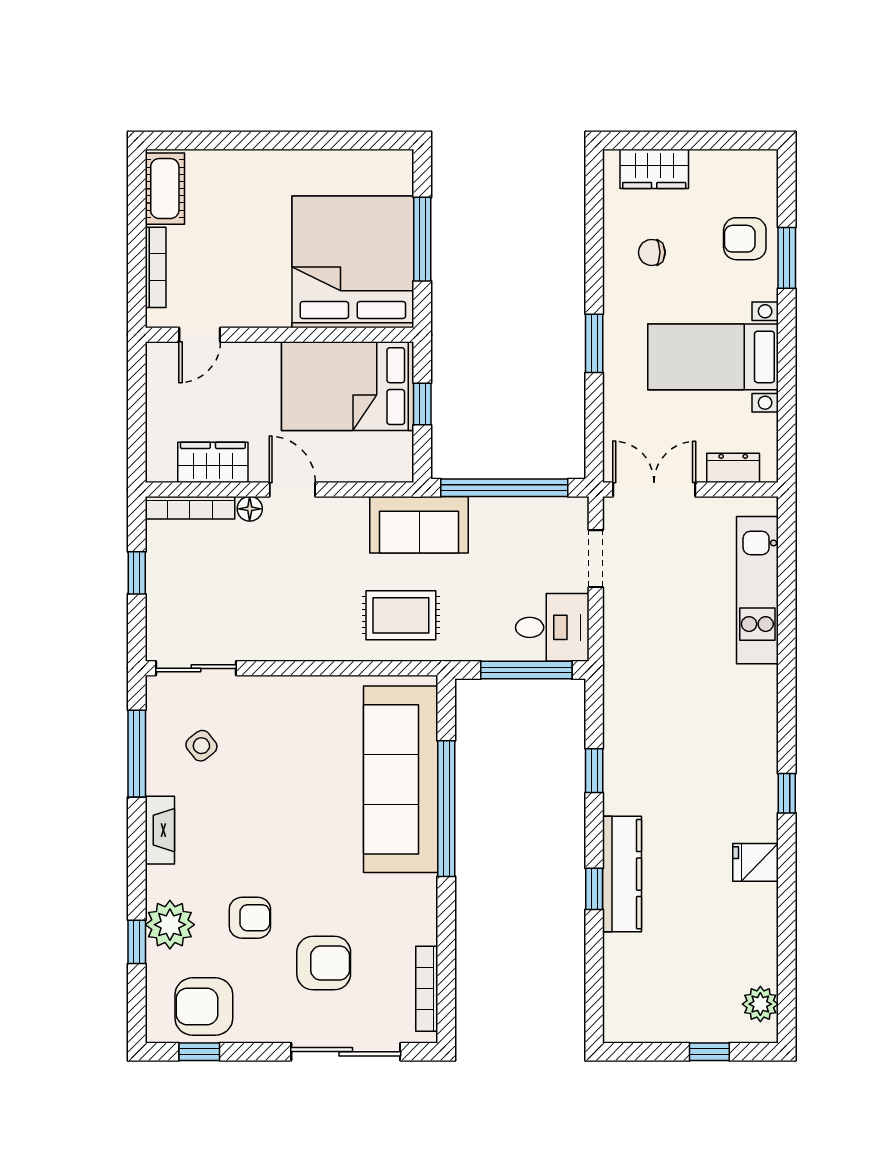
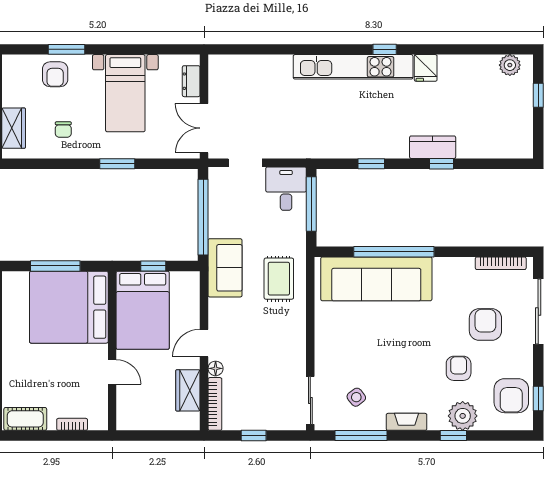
bookcase: (156, 267) -> (72, 424), width x0.64
door: (200, 335) -> (112, 372), moved
kitchen unit: (757, 590) -> (353, 67), moved, width x1.36
kitchen counter: (622, 874) -> (433, 147), width x0.67
window: (137, 942) -> (453, 436), moved

